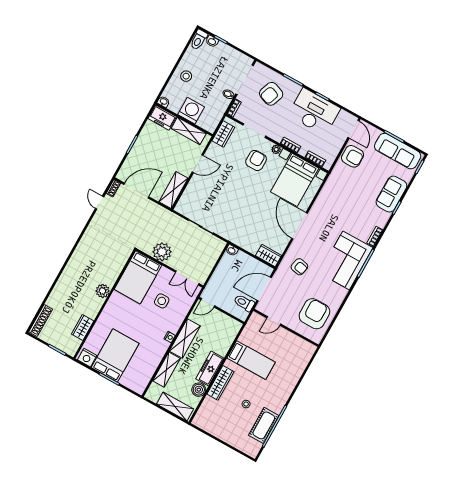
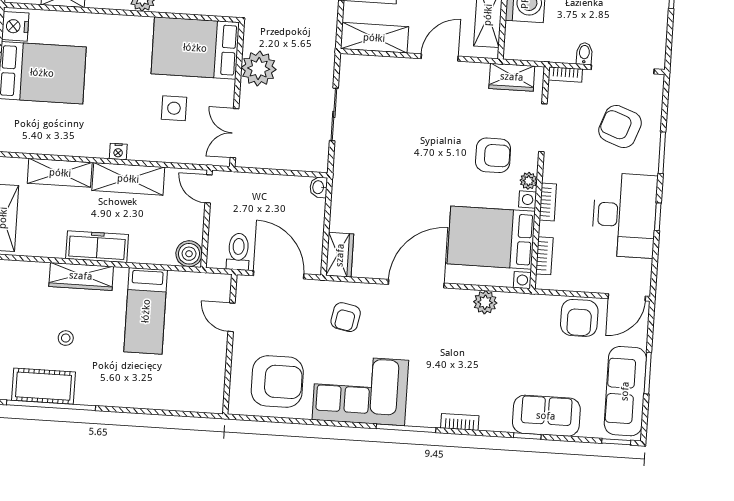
door: (198, 164) -> (440, 57), swing flipped
plant: (324, 197) -> (485, 302), added
corner sofa: (346, 260) -> (360, 390), moved
boiler: (199, 390) -> (189, 254), moved

